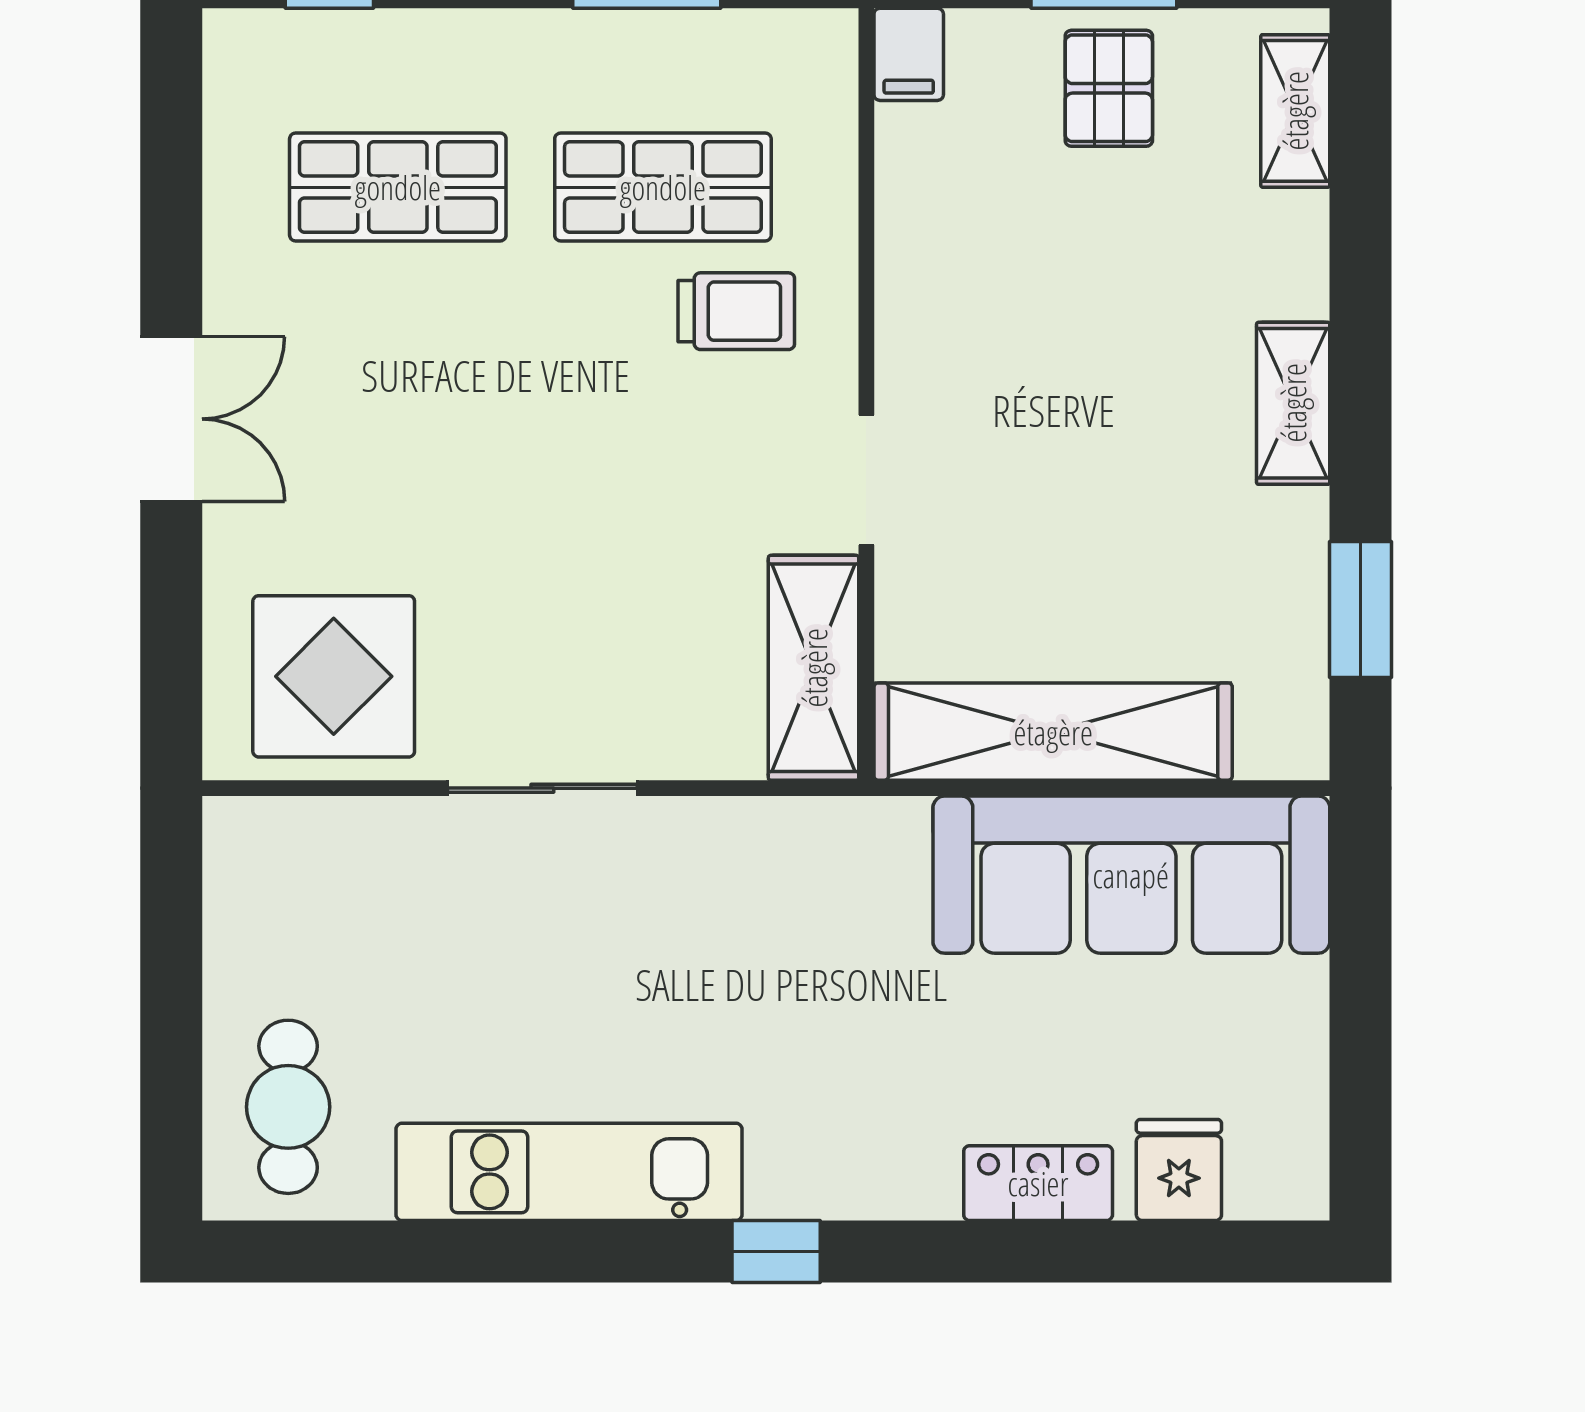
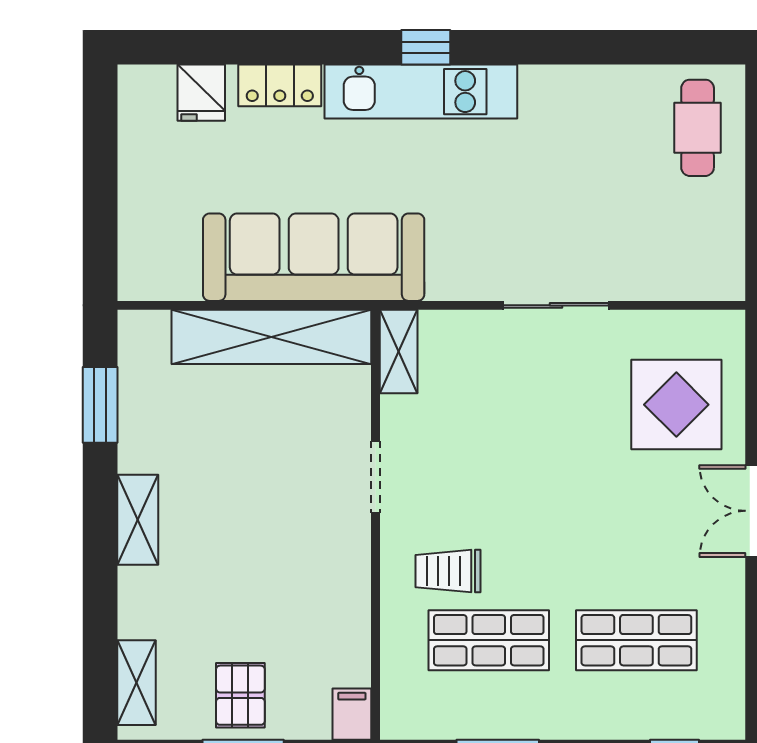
shelving: (814, 668) -> (399, 351), width x0.67, depth x0.75
display table: (334, 676) -> (676, 405), moved
sofa: (1131, 875) -> (314, 257), moved
kitchen unit: (569, 1172) -> (421, 92), moved

